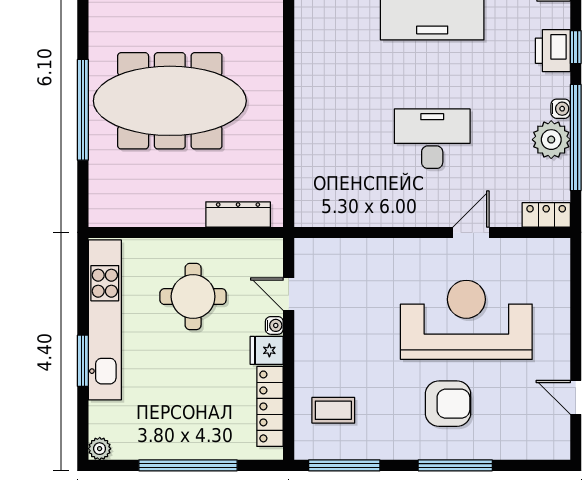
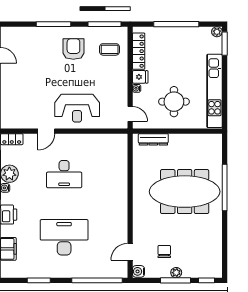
door: (289, 294) -> (130, 114), moved
reception desk: (466, 320) -> (77, 108), moved, width x0.74, depth x0.77
window: (83, 361) -> (225, 44), moved
armchair: (448, 404) -> (73, 49), moved, turned 90

